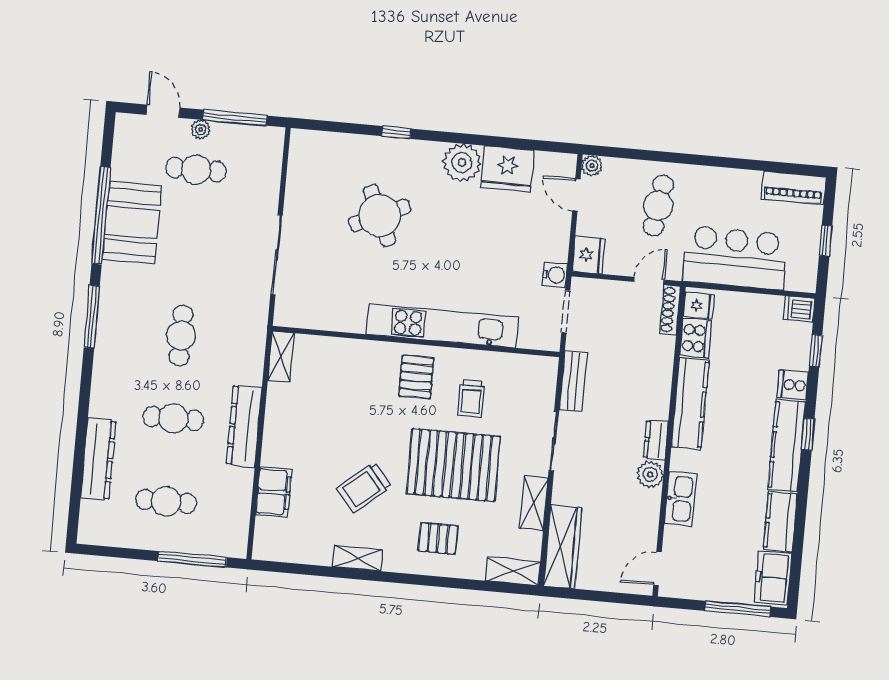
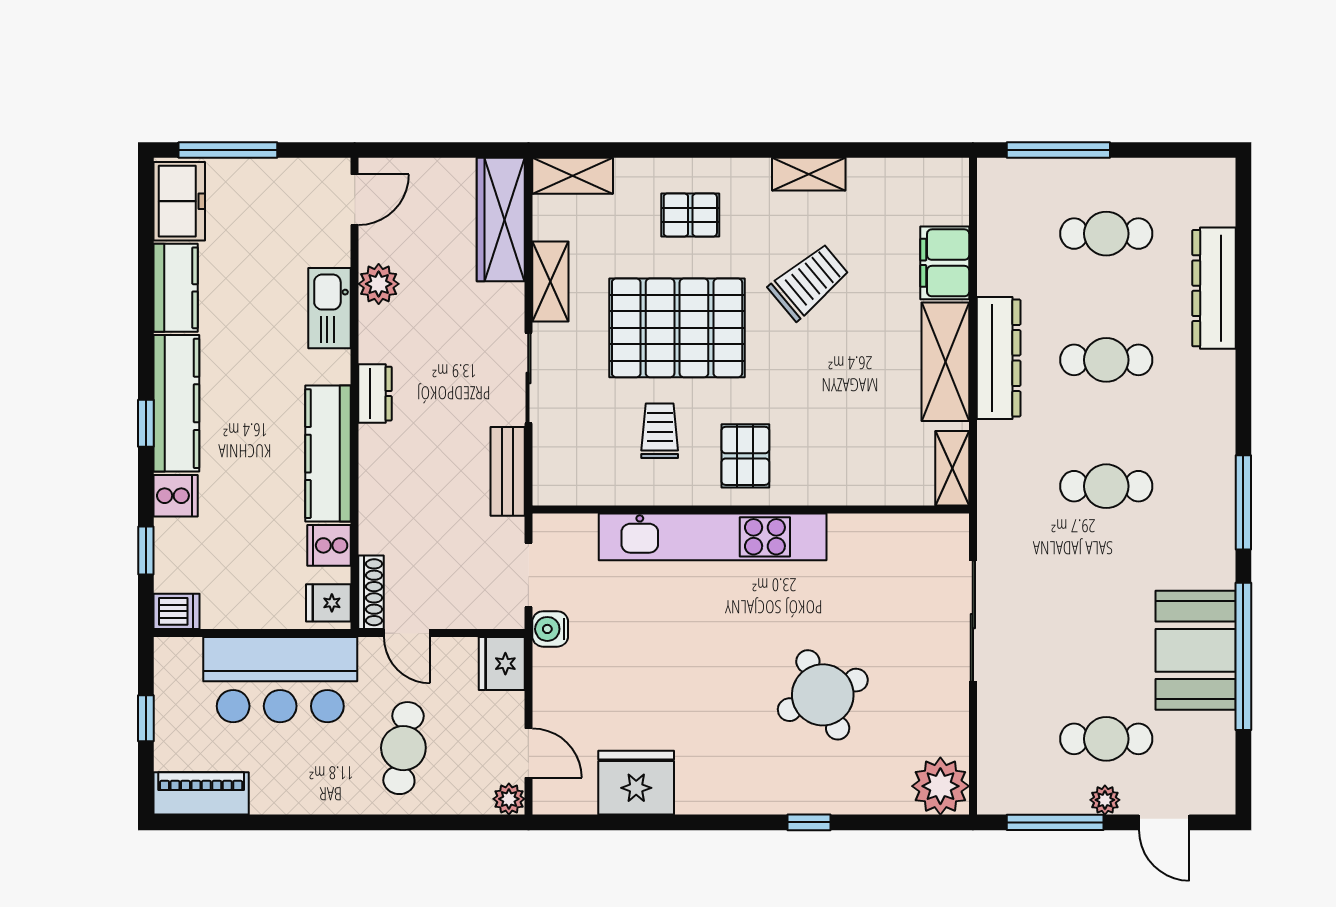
plant: (462, 162) -> (940, 786), moved
door: (649, 281) -> (407, 633), hinge flipped
cafe table: (181, 335) -> (1106, 486), turned 90
cooker: (695, 338) -> (329, 545), width x0.73
shelving: (279, 427) -> (945, 362), added
plant: (650, 474) -> (379, 284), moved

